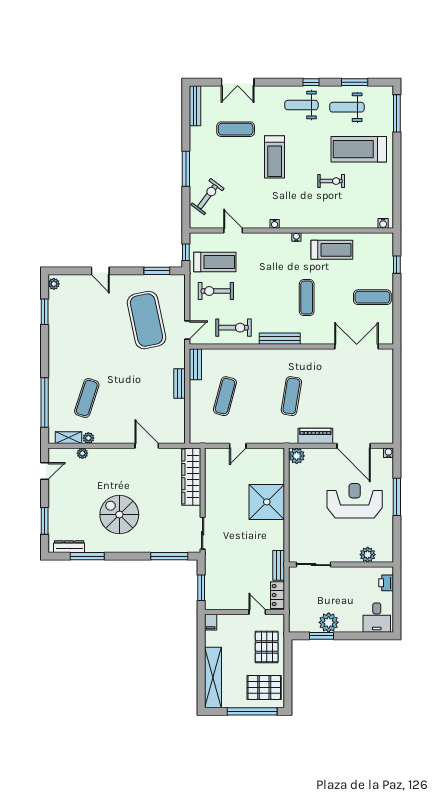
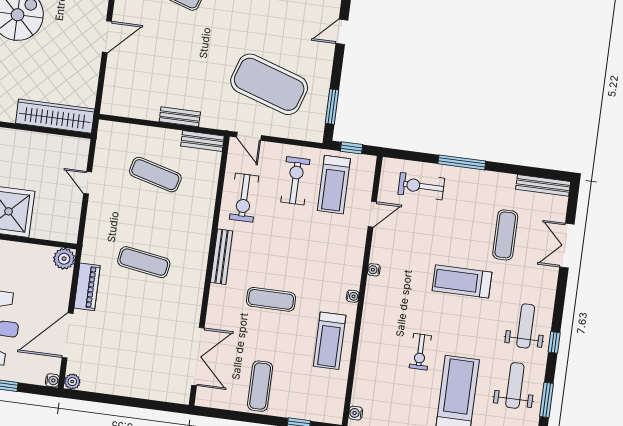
exercise bike: (207, 197) -> (421, 186), turned 143
exercise mat: (146, 320) -> (269, 84), turned 30
plant: (387, 438) -> (72, 382), added
door: (147, 446) -> (107, 37), moved

